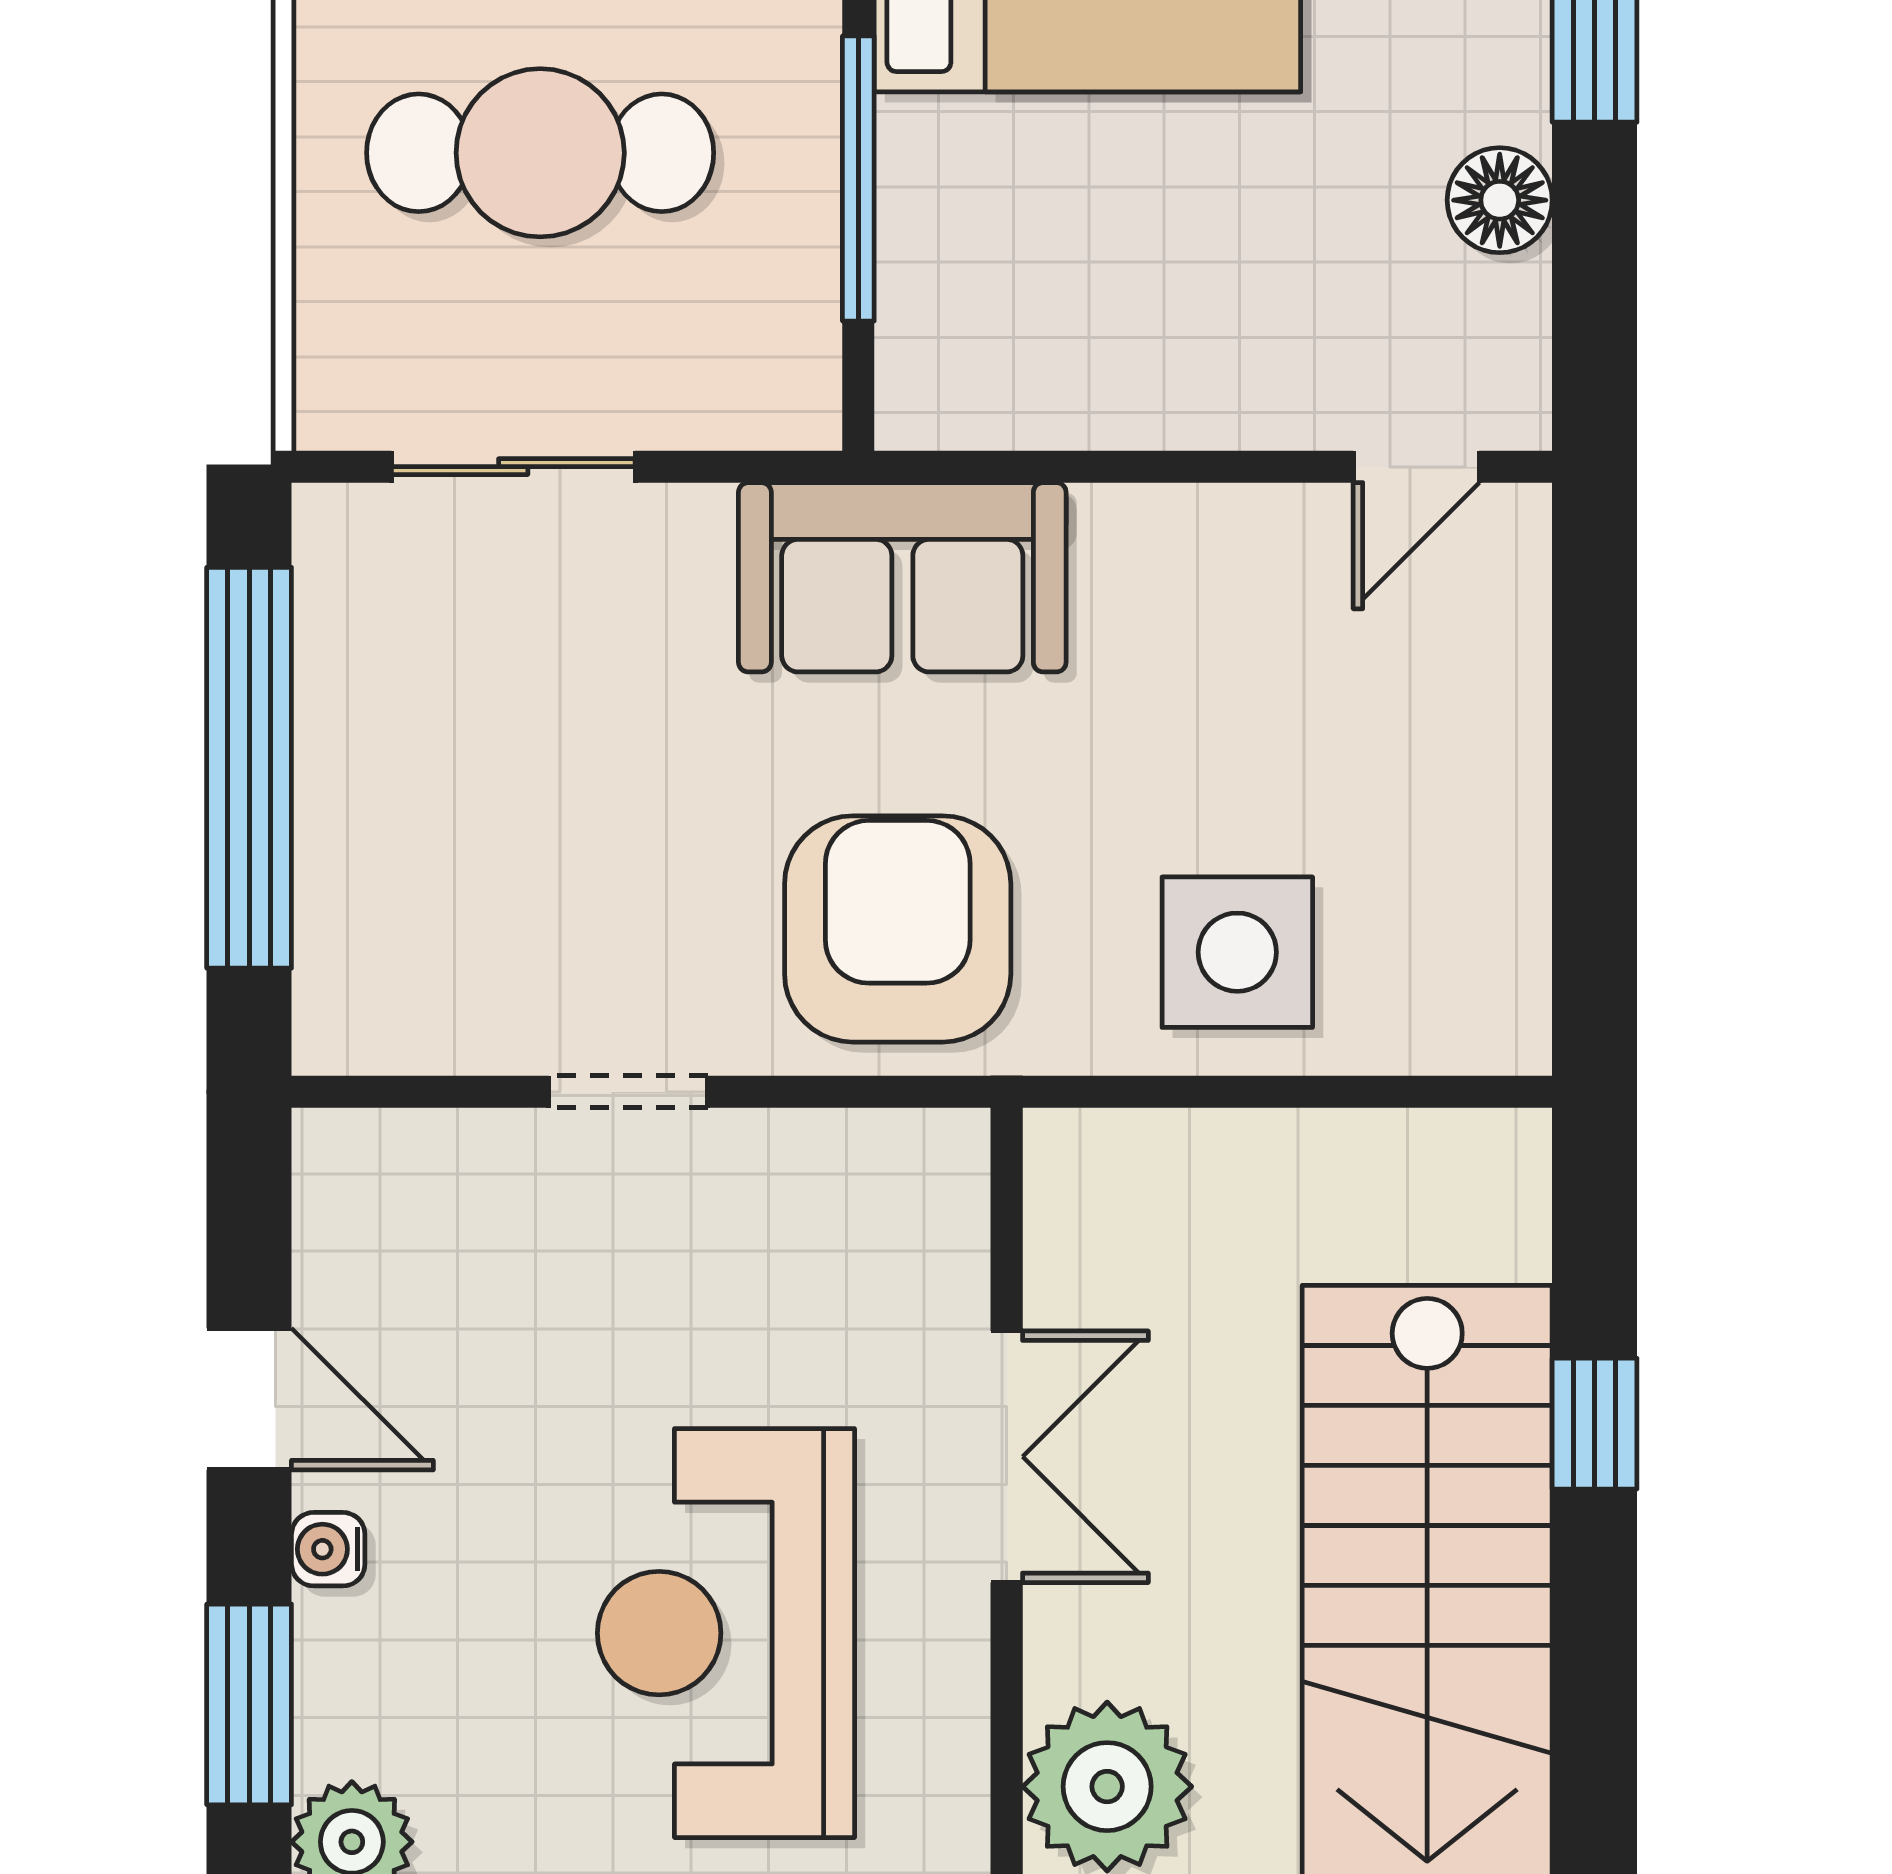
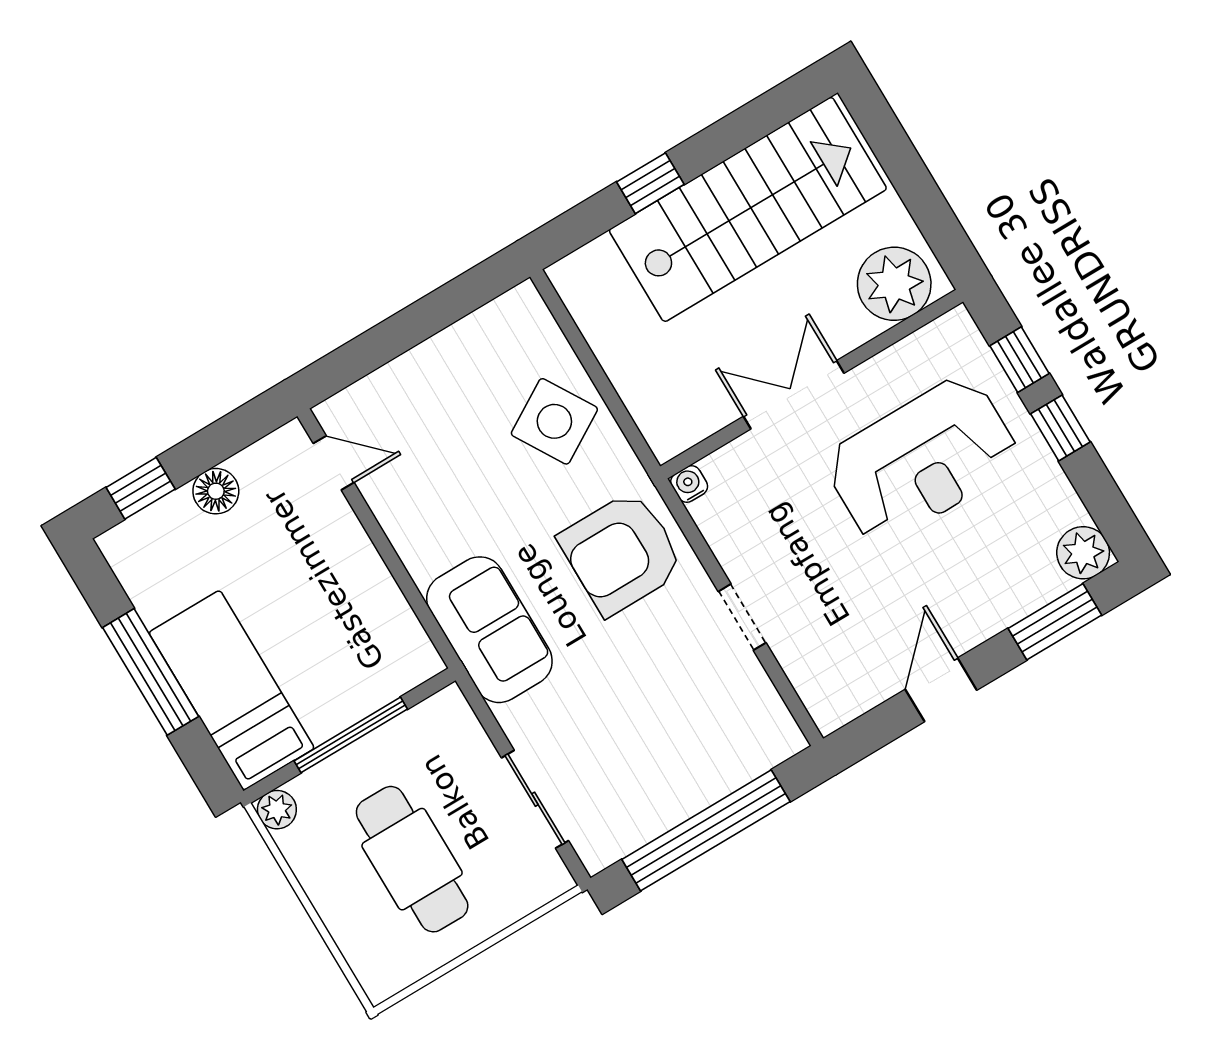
side table: (1237, 952) -> (554, 421), turned -31
water cooler: (328, 1549) -> (689, 484), moved, turned 180

